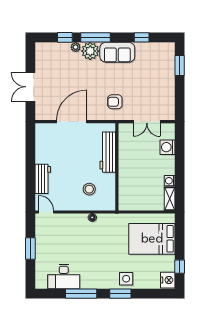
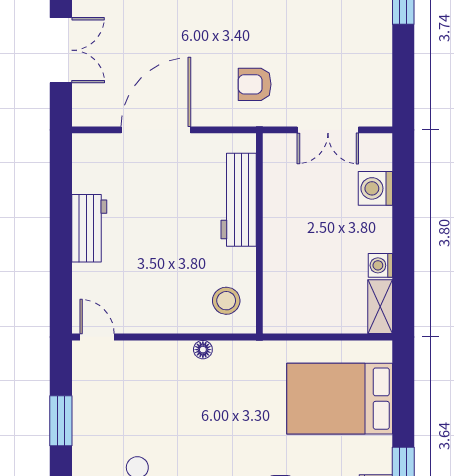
double door: (30, 87) -> (61, 50), swing flipped
workbench: (43, 179) -> (89, 228), moved
stool: (89, 189) -> (226, 301), moved

